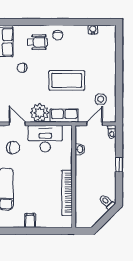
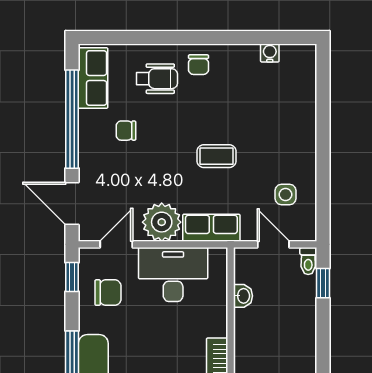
coffee table: (67, 80) -> (217, 156), width x0.54, depth x0.58
door: (17, 124) -> (116, 244), hinge flipped
door: (95, 124) -> (273, 244), hinge flipped
window: (119, 165) -> (323, 283), moved

